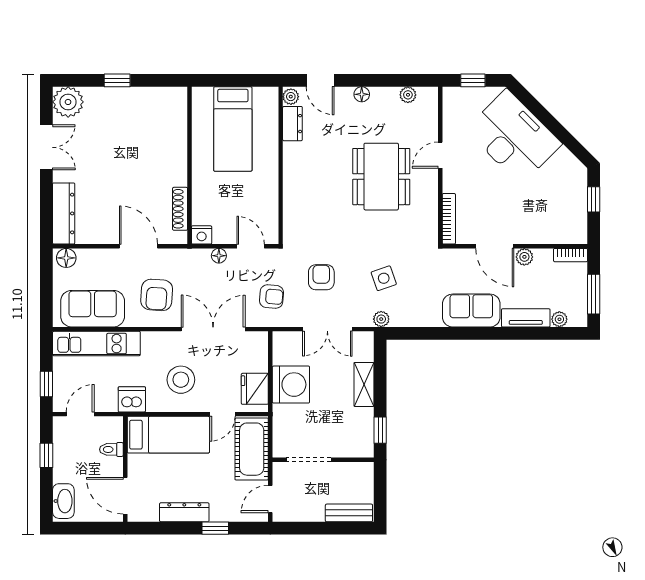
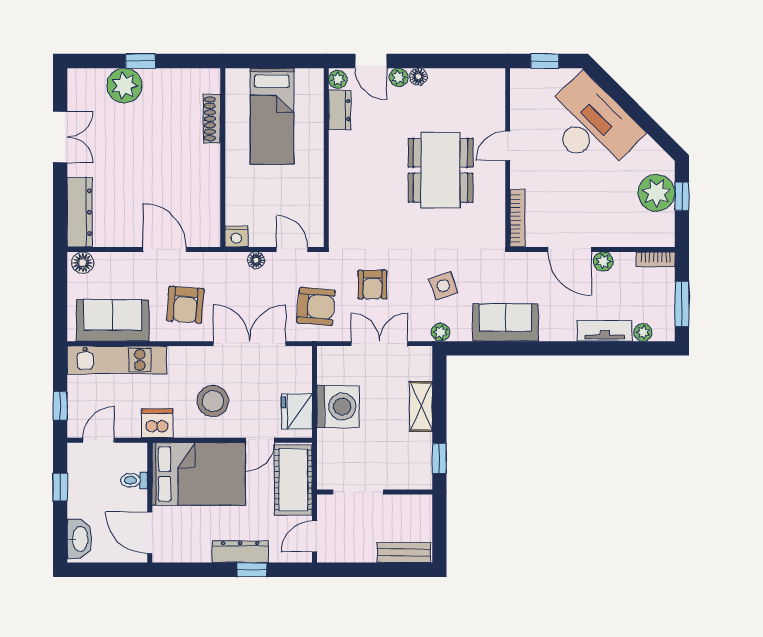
plant: (408, 95) -> (399, 77), moved
plant: (68, 102) -> (124, 86), moved
plant: (571, 196) -> (656, 193), added
shoe rack: (180, 209) -> (212, 119), moved
armchair: (321, 277) -> (372, 285), turned 180
armchair: (272, 297) -> (316, 307), width x1.38, depth x1.38
sofa: (471, 311) -> (505, 322), moved
double door: (327, 329) -> (379, 344), swing flipped
bed: (168, 435) -> (199, 474), width x1.50
dresser: (184, 512) -> (240, 552), moved

